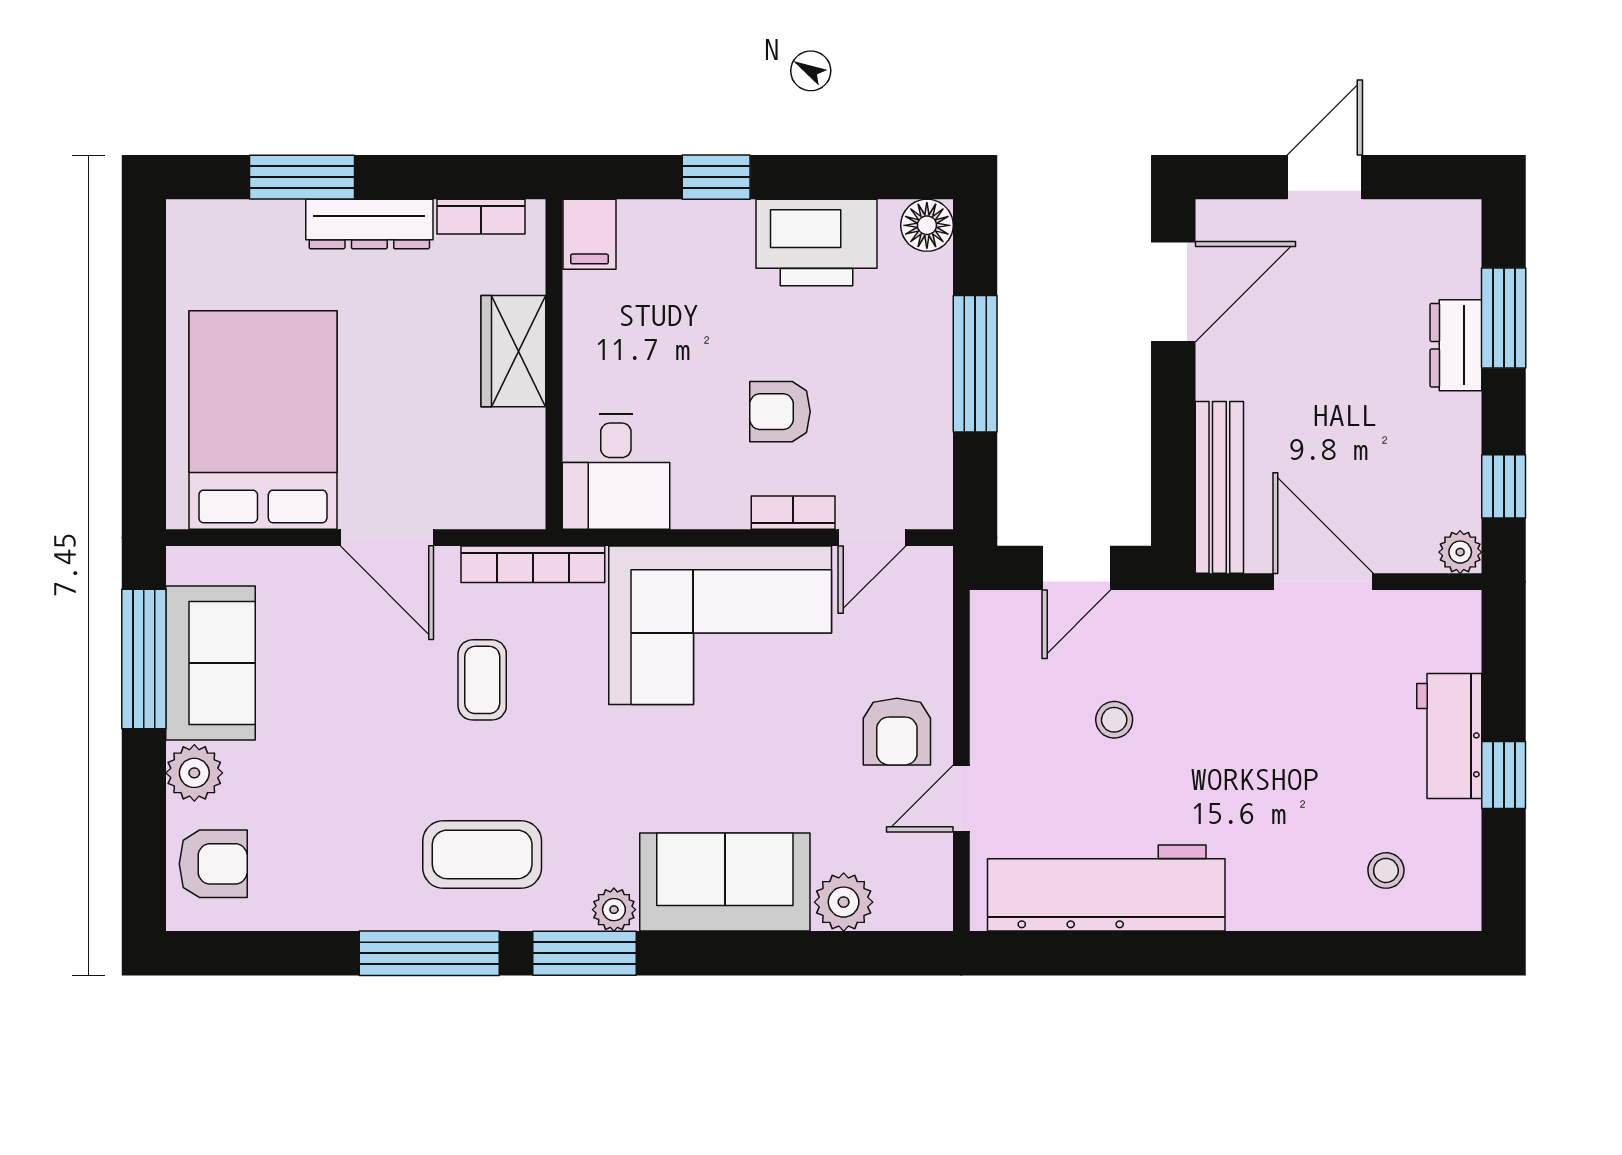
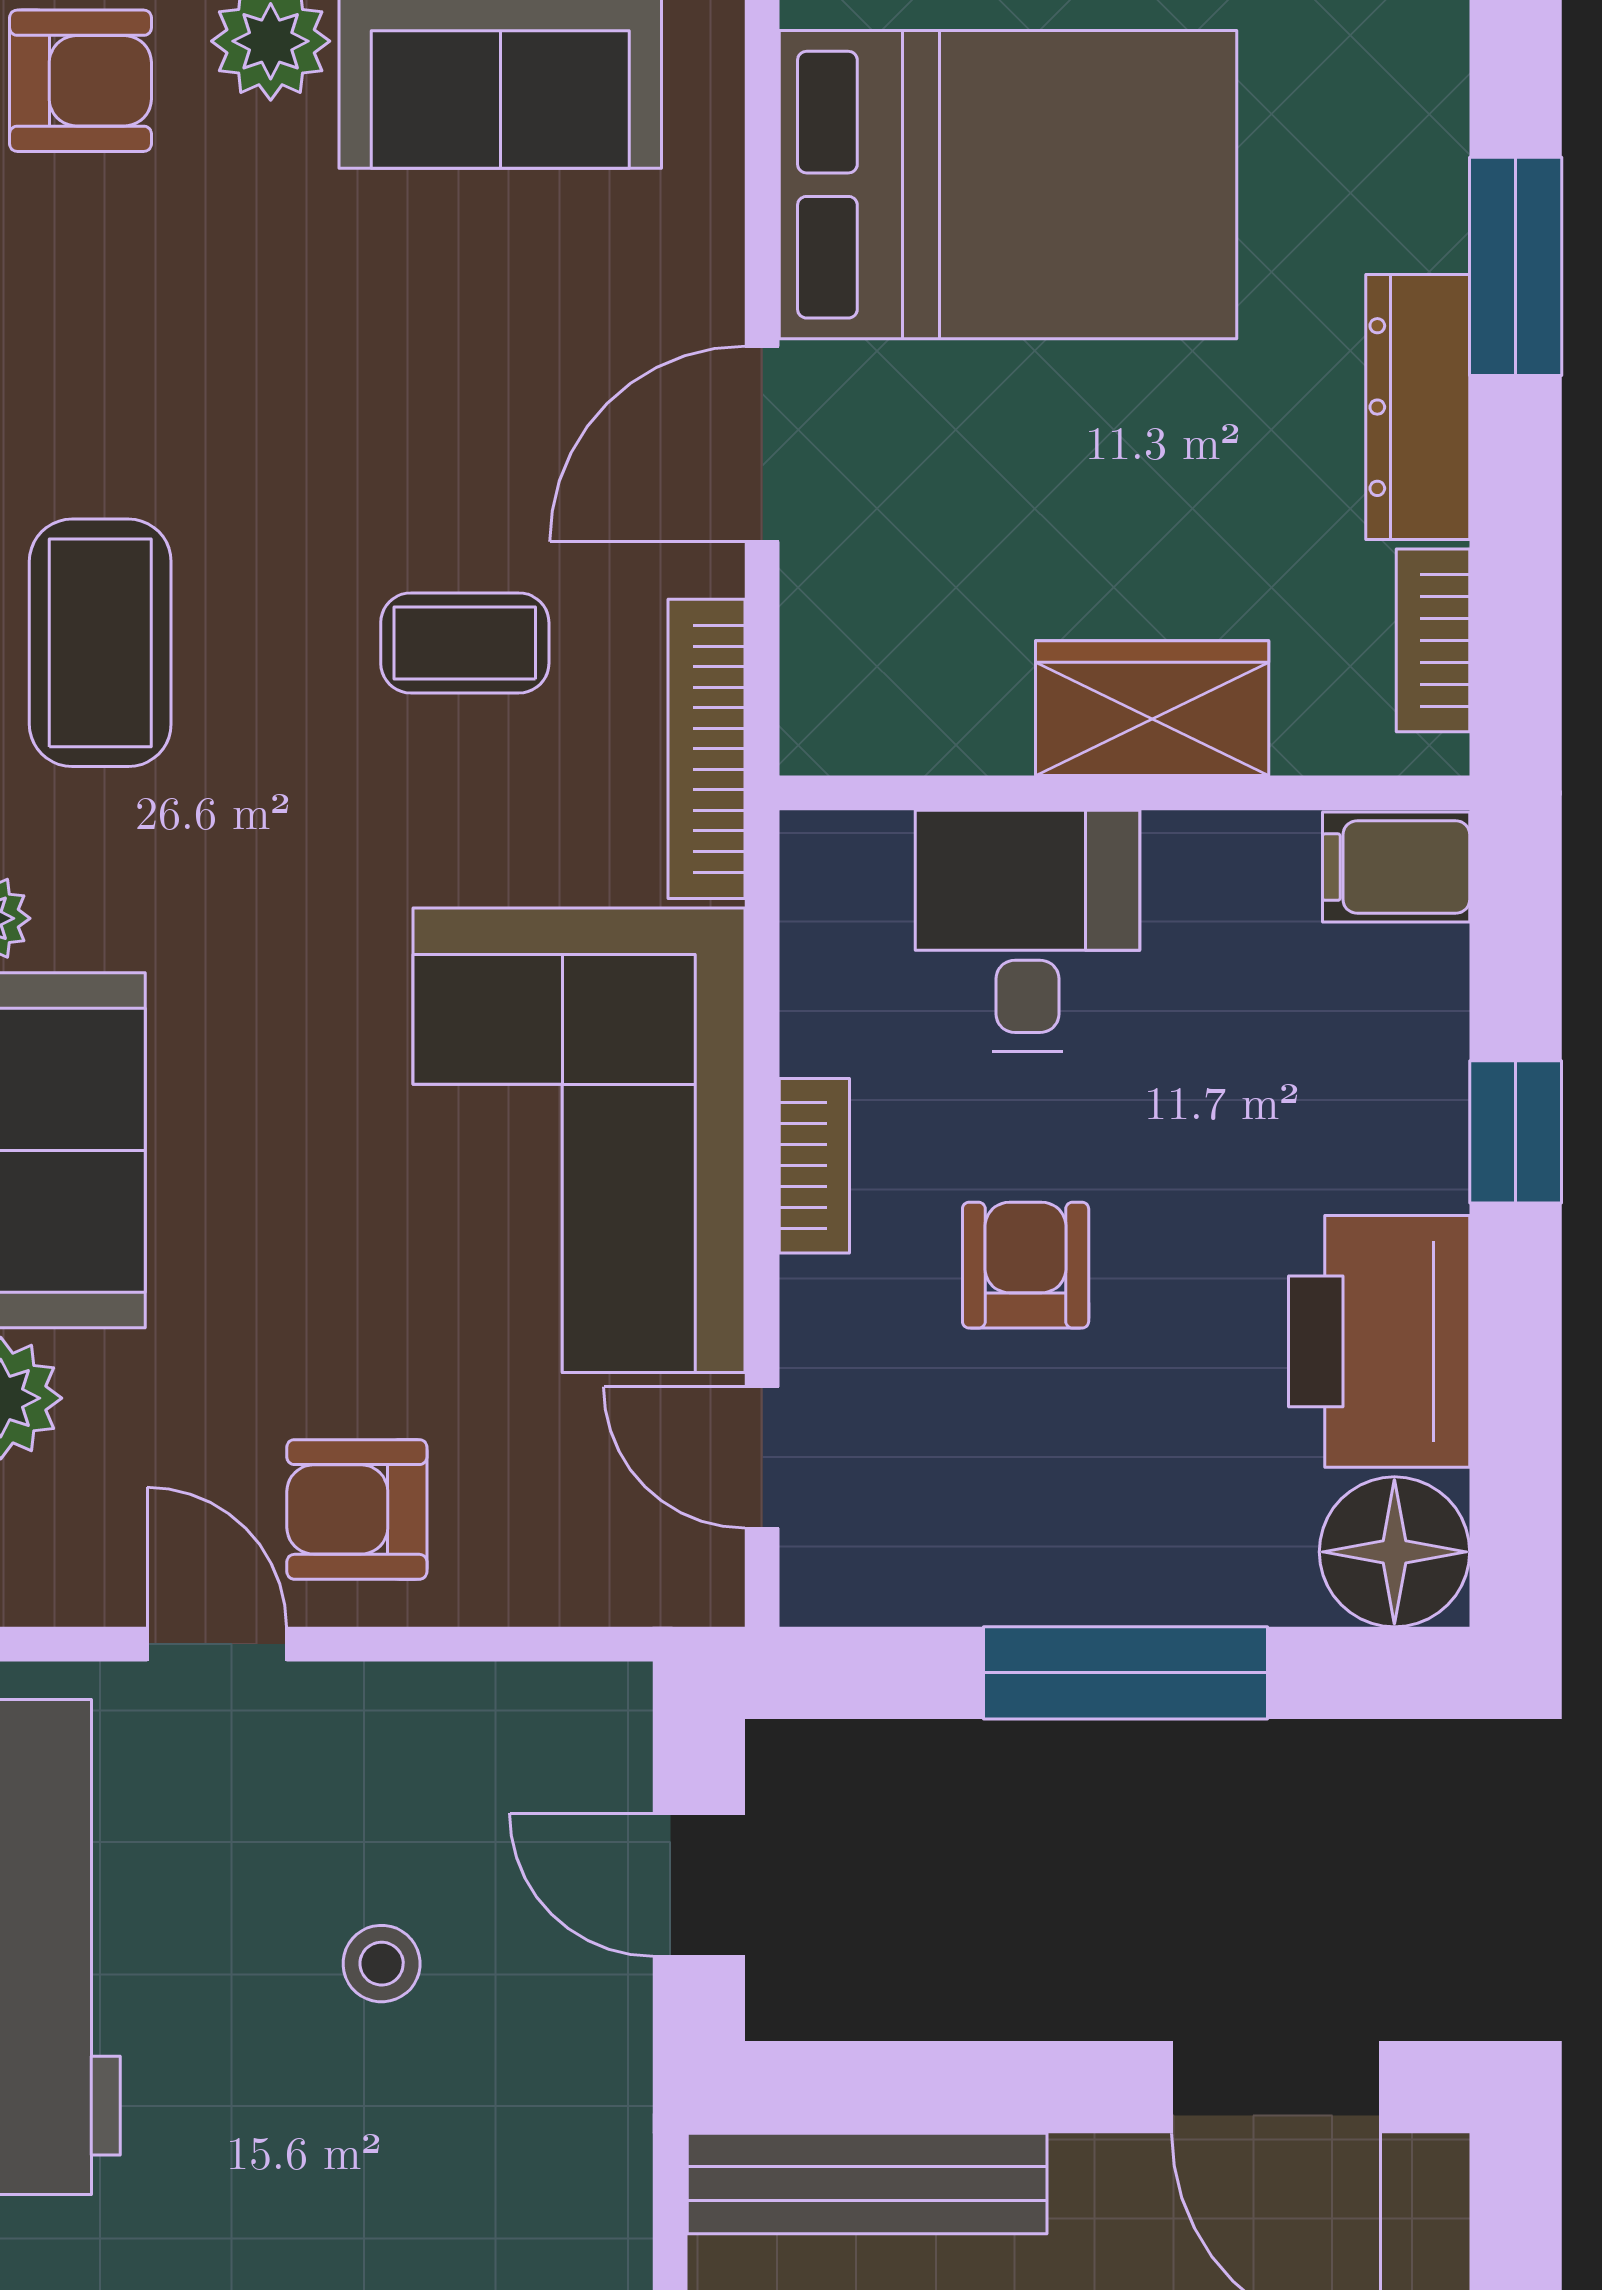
floor lamp: (927, 225) -> (1394, 1552), width x1.38, depth x1.38
desk: (616, 472) -> (1027, 931), moved, turned 90
bookcase: (793, 513) -> (814, 1166), moved
armchair: (213, 864) -> (80, 81), turned -90

